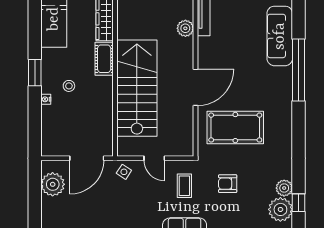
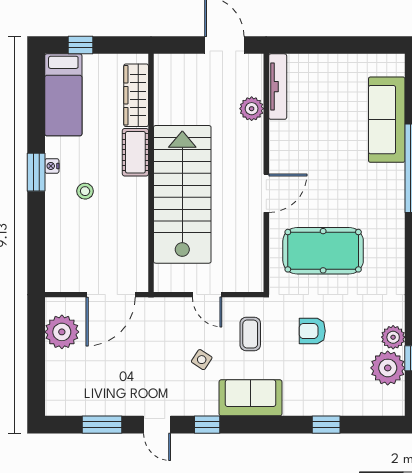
door: (196, 87) -> (266, 193), width x0.73
nightstand: (46, 99) -> (52, 166), moved
side table: (124, 172) -> (202, 360), moved

